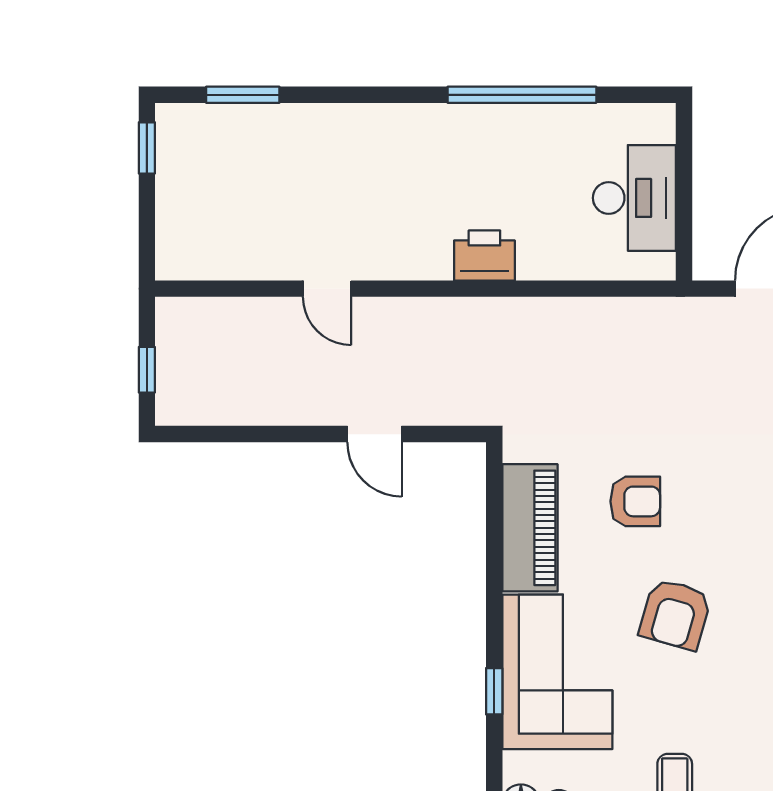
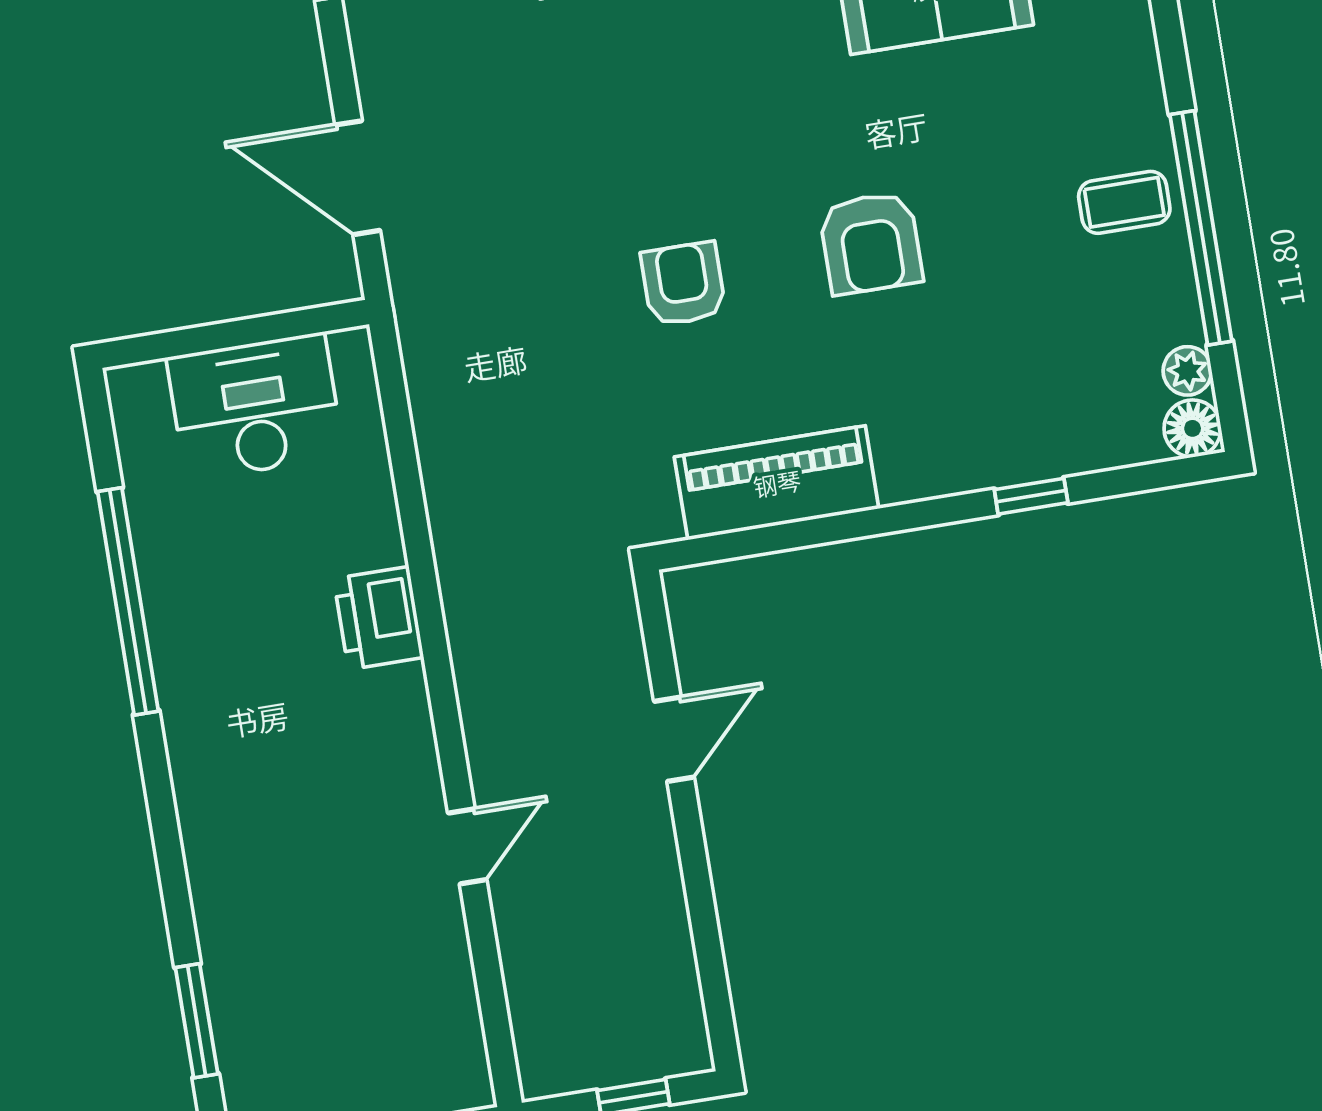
armchair: (635, 501) -> (683, 284), moved
armchair: (675, 614) -> (871, 243), turned 74
corner sofa: (557, 672) -> (986, 406), removed

